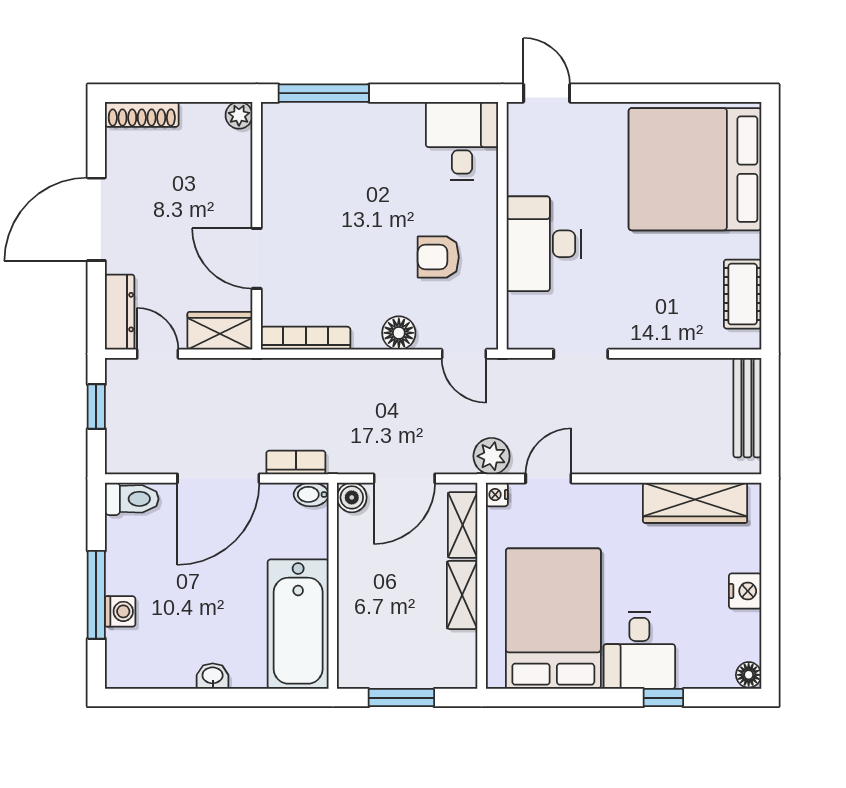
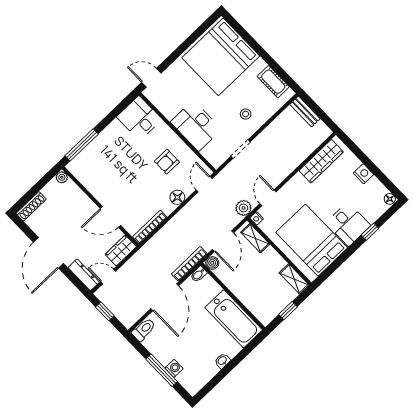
stool: (645, 304) -> (246, 114), added
door: (464, 354) -> (204, 184), swing flipped
bench: (747, 408) -> (305, 112), width x0.73
bookcase: (296, 462) -> (189, 264), width x1.56
shelving: (462, 595) -> (294, 279), moved
window: (401, 698) -> (288, 311), width x0.67

